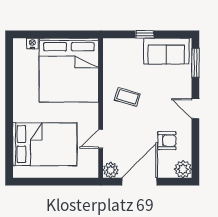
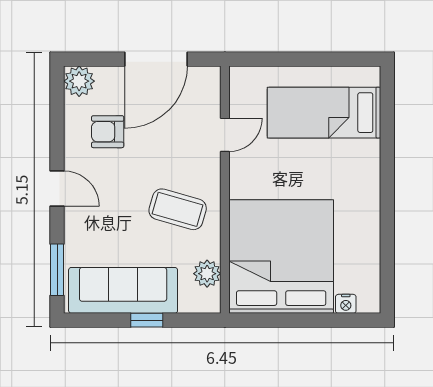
sofa: (166, 51) -> (123, 290), width x1.36
coffee table: (127, 97) -> (178, 209), width x1.36, depth x1.30
bed: (45, 144) -> (324, 113), width x0.67
plant: (111, 170) -> (207, 274), moved

